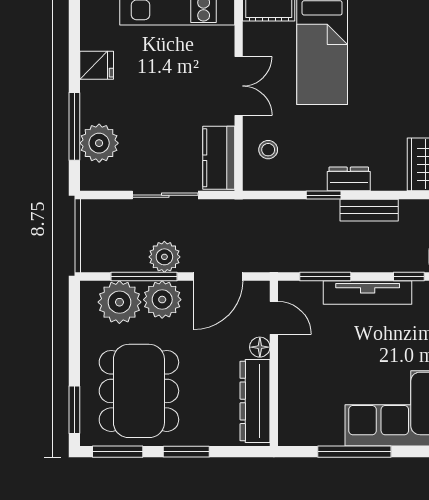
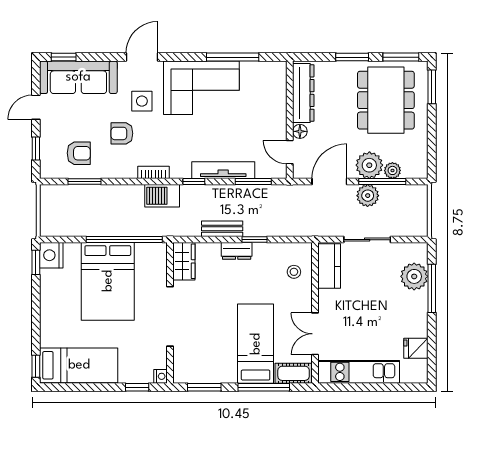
fridge: (97, 65) -> (416, 348), moved
double door: (239, 86) -> (315, 334), moved
plant: (119, 302) -> (392, 170), width x0.53, depth x0.53

